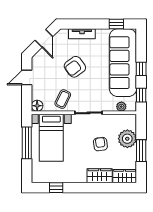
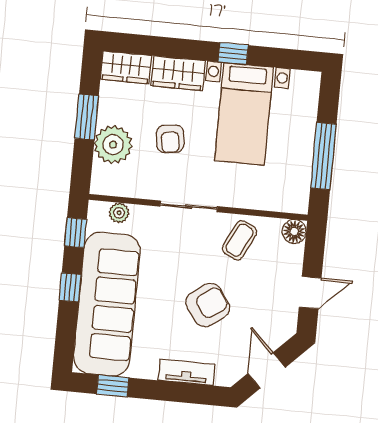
bed with nightstands: (51, 138) -> (244, 114), moved, turned 180
window: (56, 188) -> (233, 53), moved

